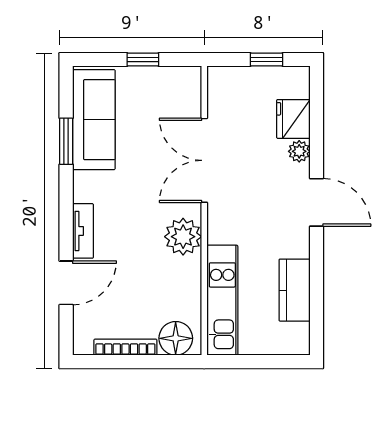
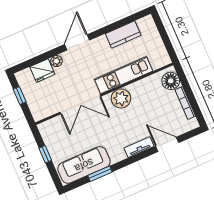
kitchen unit: (222, 300) -> (124, 75), moved

